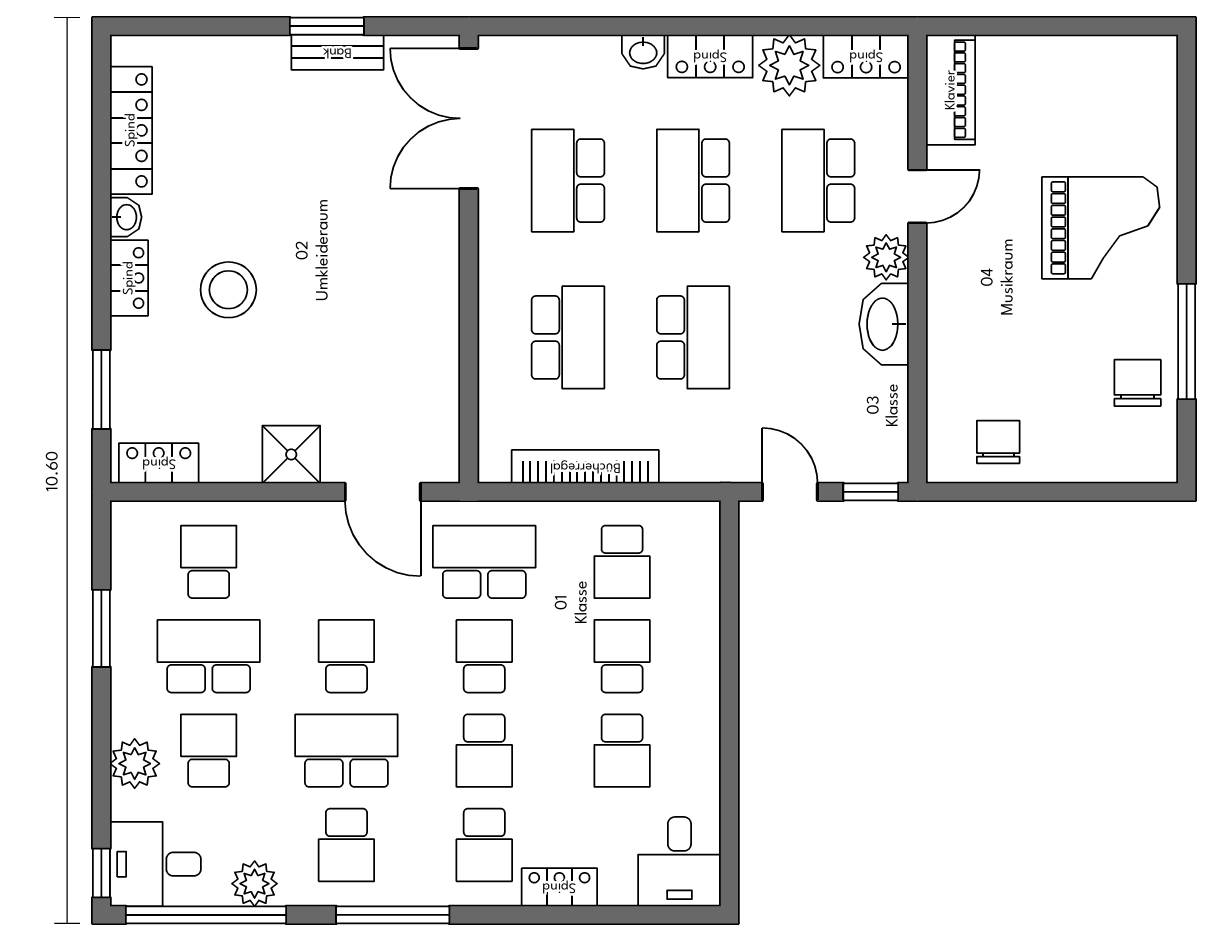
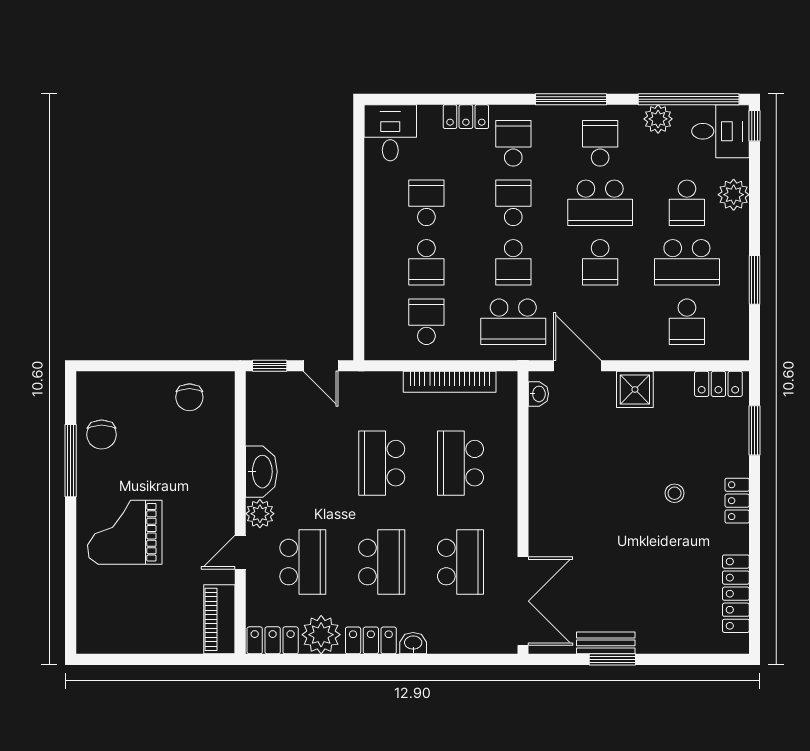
washbasin: (126, 217) -> (538, 394), moved, turned 180
stool: (228, 290) -> (675, 493), width x0.53, depth x0.53

